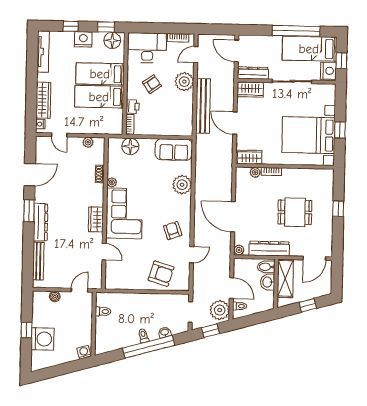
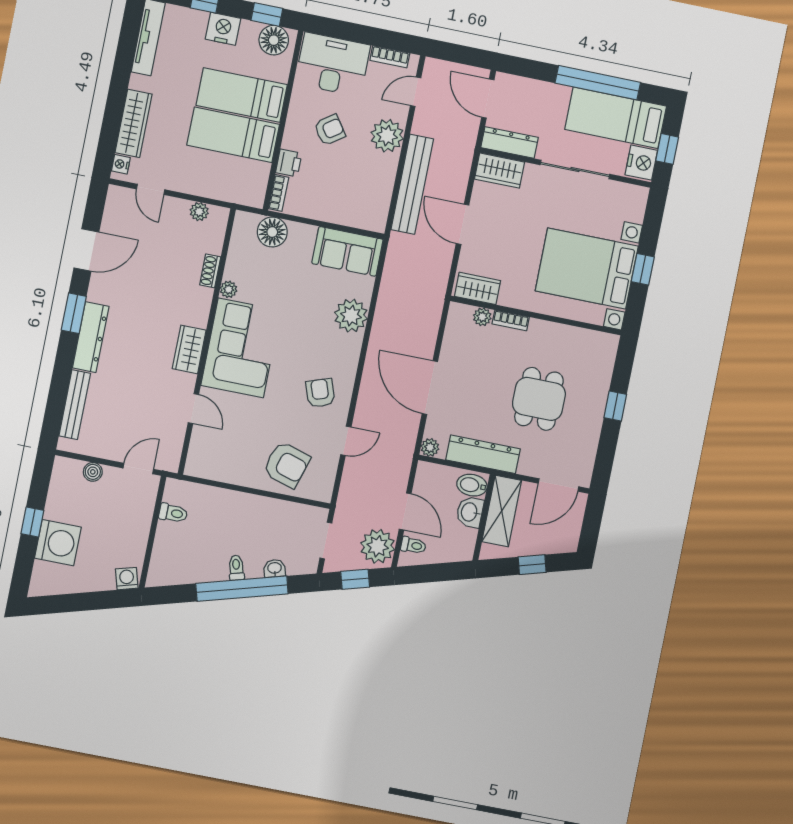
dining table: (295, 212) -> (539, 399), turned 90

